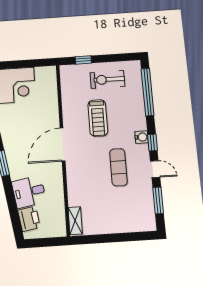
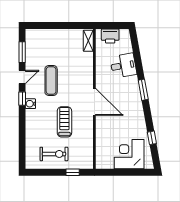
window: (148, 92) -> (22, 141), removed
door: (63, 144) -> (94, 102), hinge flipped
door: (155, 169) -> (22, 77), swing flipped
printer: (29, 219) -> (110, 36), moved, turned -80

